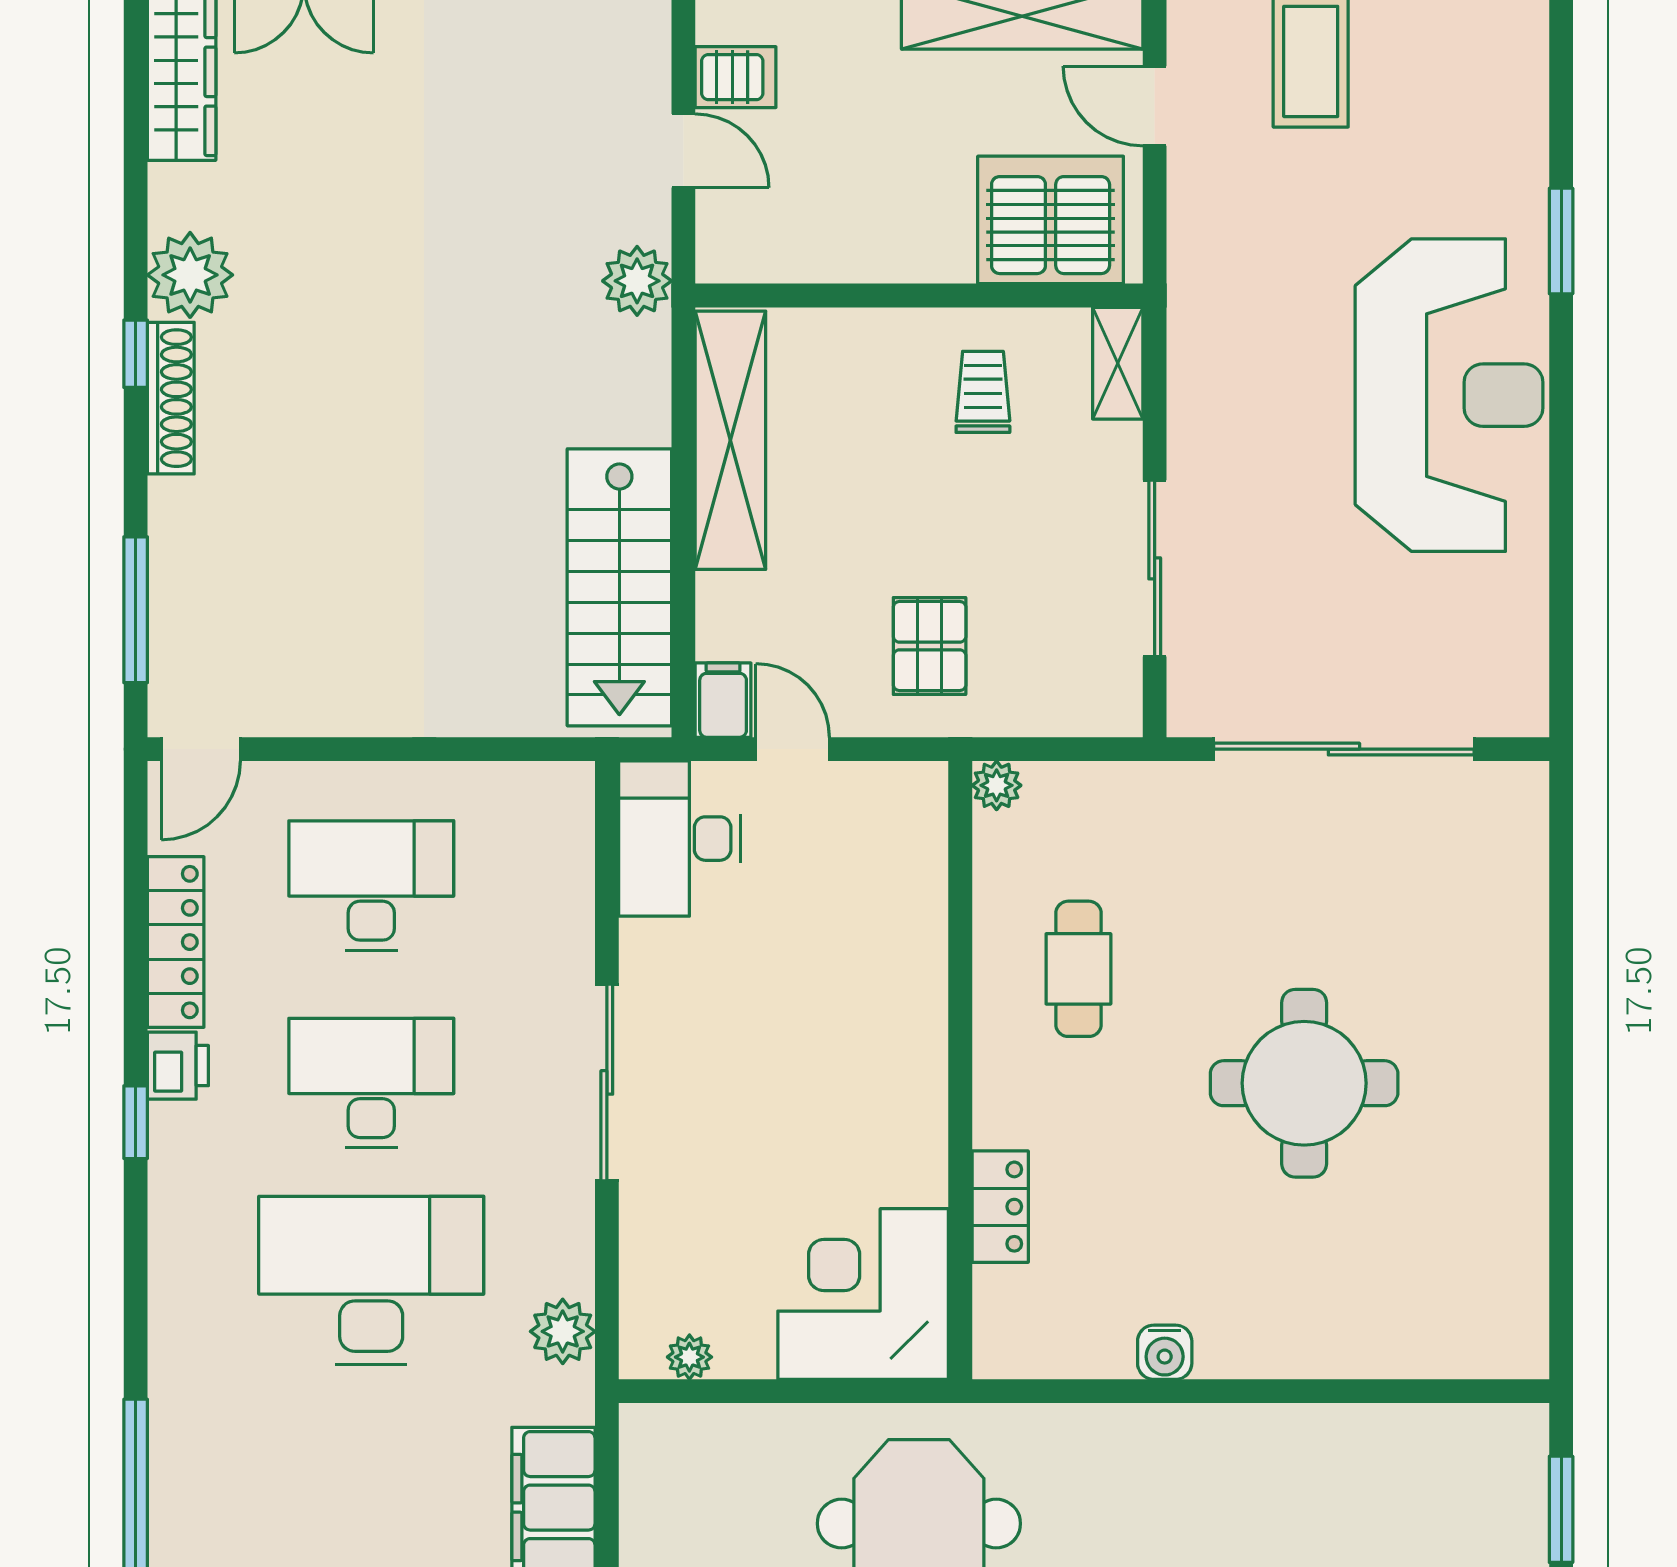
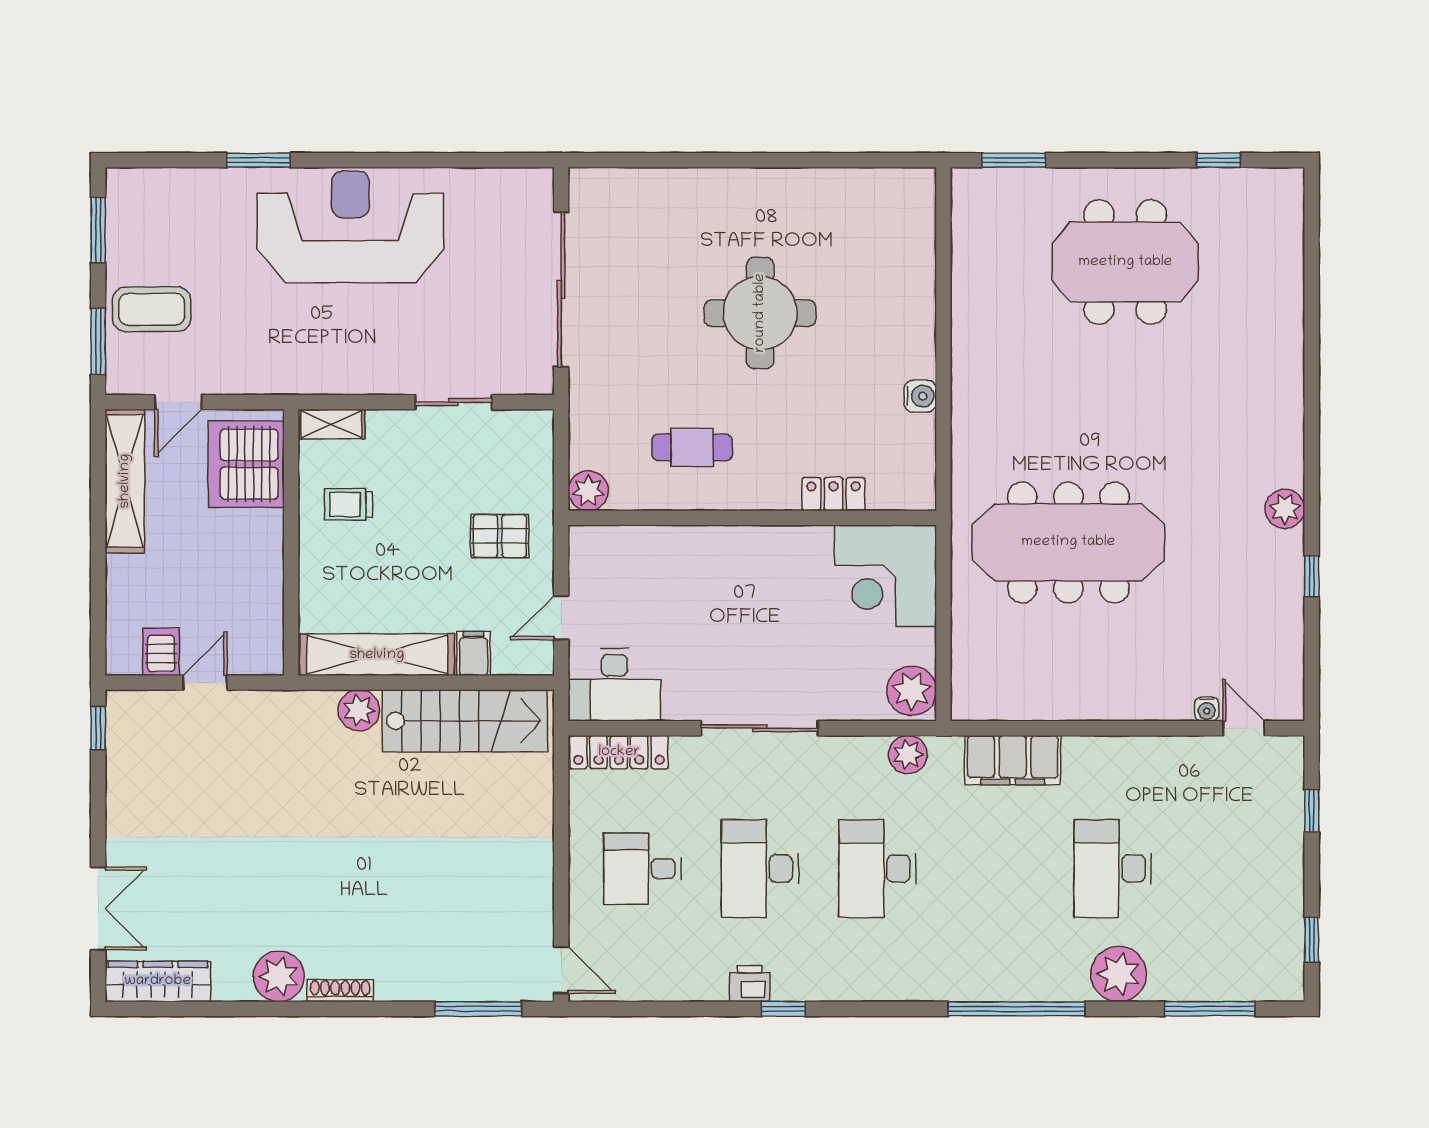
plant: (637, 281) -> (359, 710), moved
window: (136, 354) -> (326, 1009), removed
shoe rack: (171, 398) -> (340, 991), width x0.74, depth x0.81
sliding door: (1155, 568) -> (454, 402), width x0.73
filing cabinet: (723, 700) -> (474, 654), moved, turned 90
plant: (997, 785) -> (588, 491), width x1.38, depth x1.38
desk: (371, 886) -> (642, 869), width x0.73
locker: (176, 942) -> (619, 752), moved, turned 180
desk: (371, 1281) -> (878, 869), width x0.73, depth x0.77
plant: (689, 1357) -> (912, 691), width x1.88, depth x1.88

